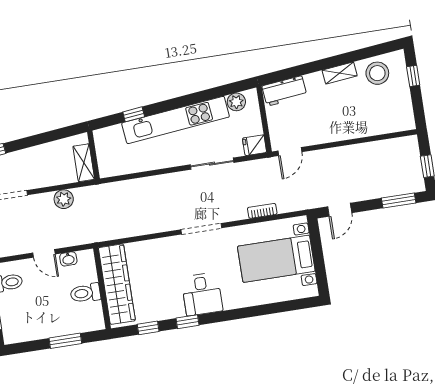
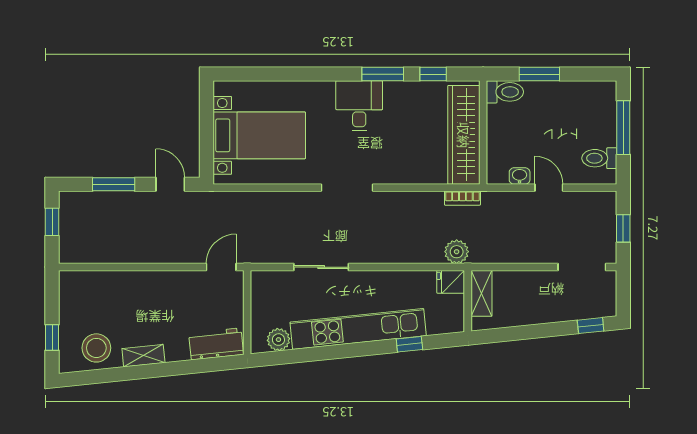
fridge: (254, 145) -> (451, 282), moved, turned 180
plant: (64, 199) -> (457, 252), moved
window: (399, 201) -> (114, 184), moved
door: (340, 210) -> (170, 184), hinge flipped
bookcase: (262, 211) -> (462, 198), moved
toilet: (85, 293) -> (505, 92), moved
window: (188, 322) -> (383, 74), width x1.50

